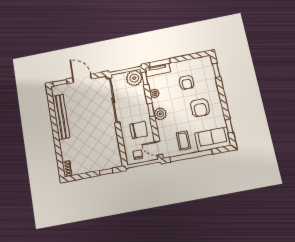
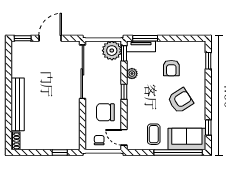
door: (82, 78) -> (50, 38), hinge flipped
armchair: (200, 108) -> (180, 101), turned -123
plant: (160, 114) -> (134, 99), removed
bench: (61, 117) -> (18, 104), moved
chair: (139, 130) -> (105, 112), turned 180
window: (191, 156) -> (178, 153), moved

